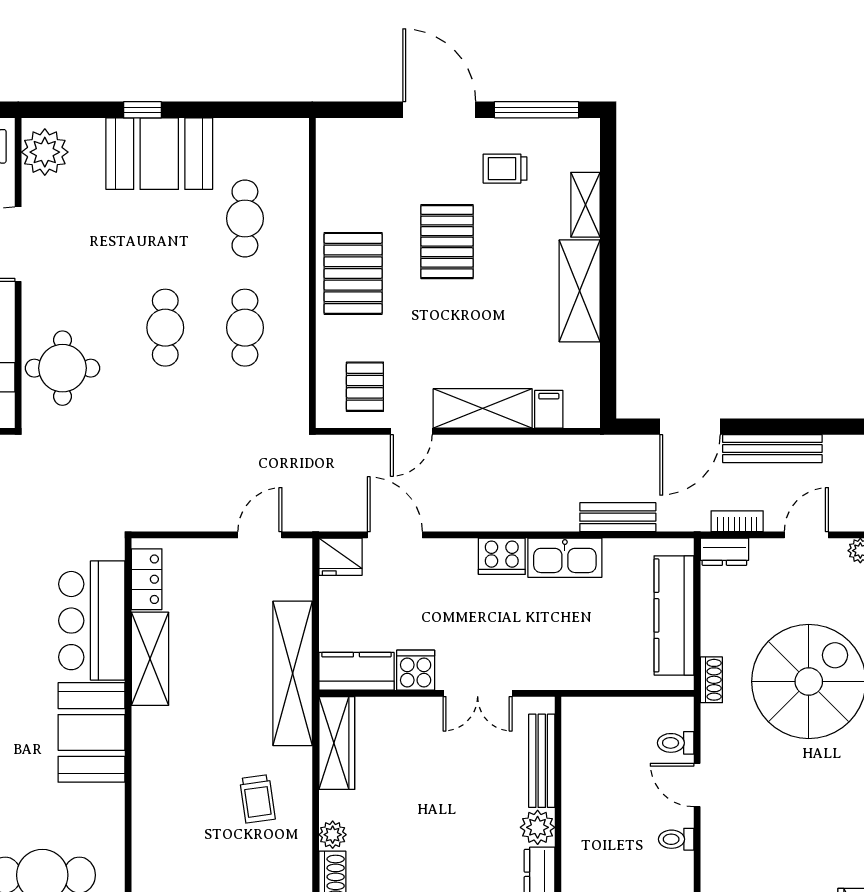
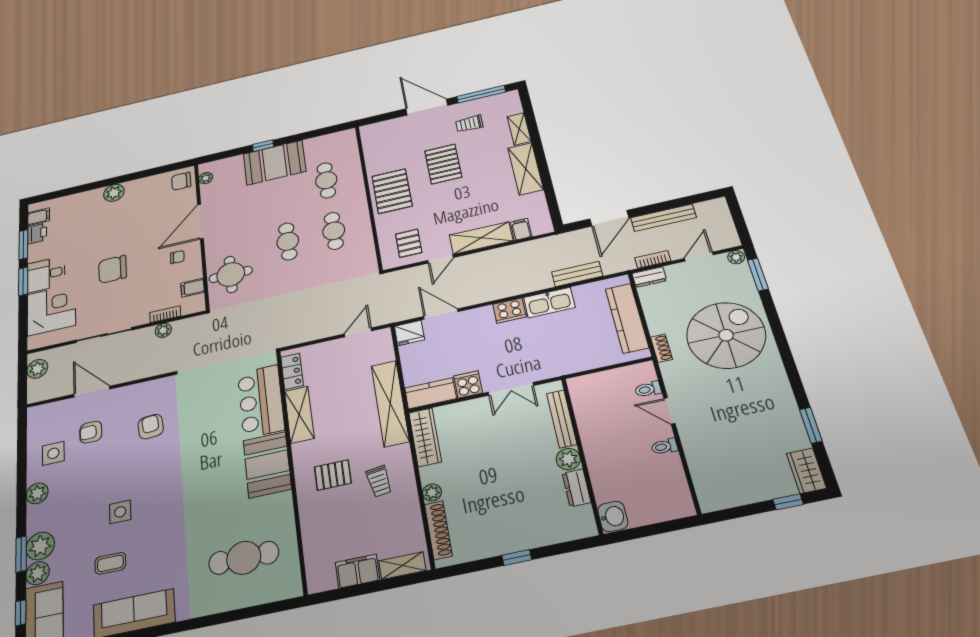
plant: (45, 152) -> (206, 178), width x0.53, depth x0.53
pallet: (190, 773) -> (333, 475), added

